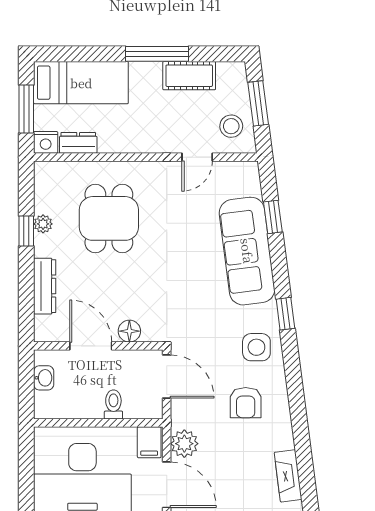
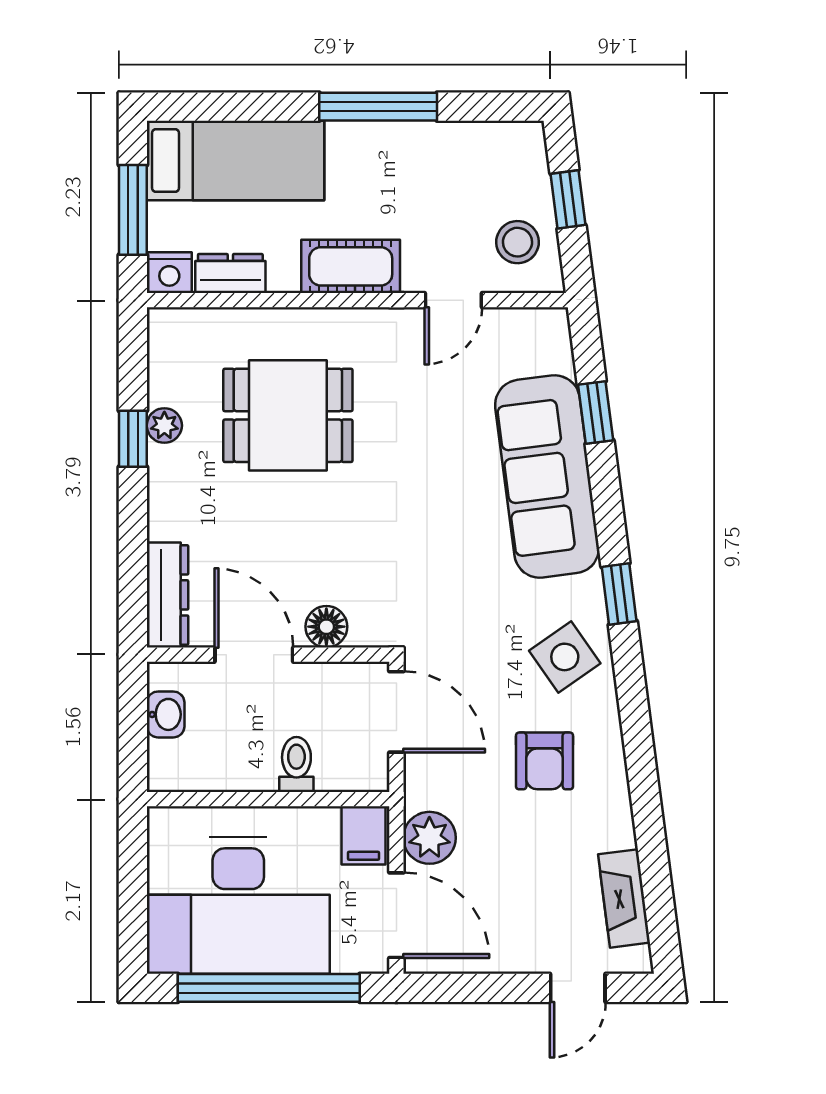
cot: (189, 76) -> (351, 266), moved
window: (258, 103) -> (568, 199), width x0.67
dining table: (109, 218) -> (288, 415), turned 90
dresser: (45, 286) -> (168, 595), moved
side table: (256, 347) -> (565, 657), turned -35

